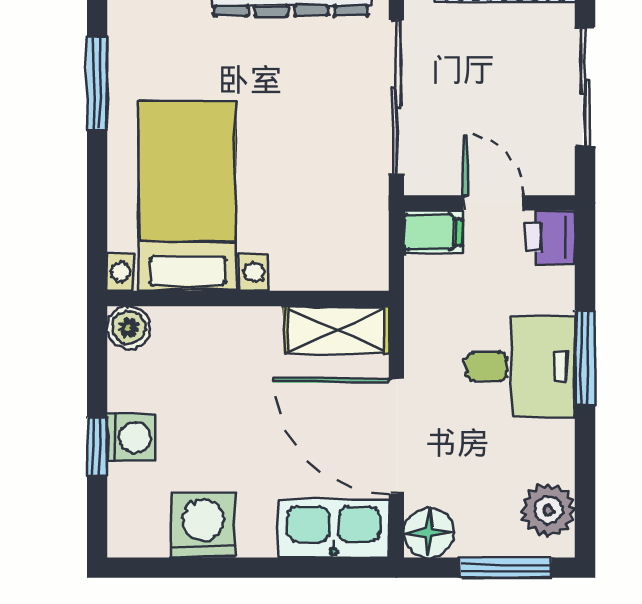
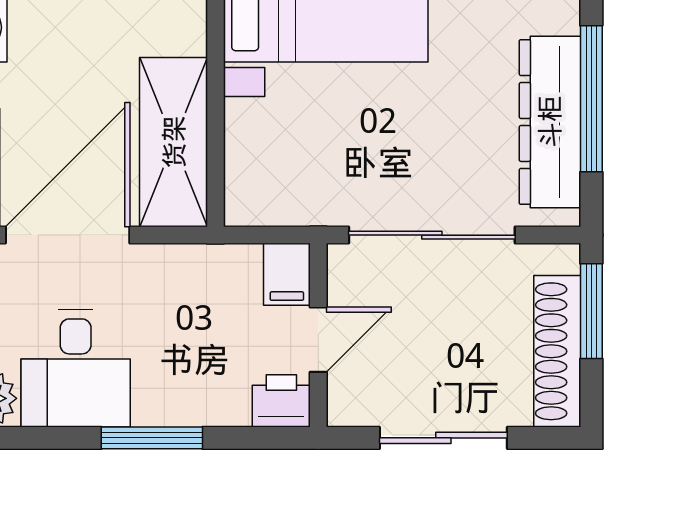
shelving: (336, 330) -> (174, 142), width x1.50, depth x1.33
desk: (520, 366) -> (76, 368), moved

